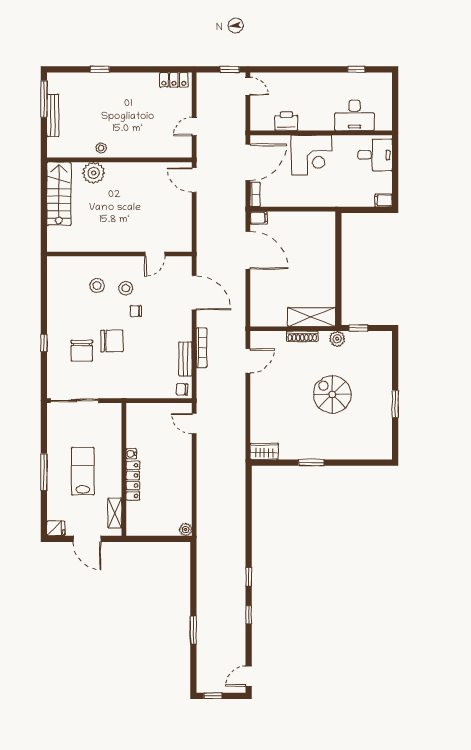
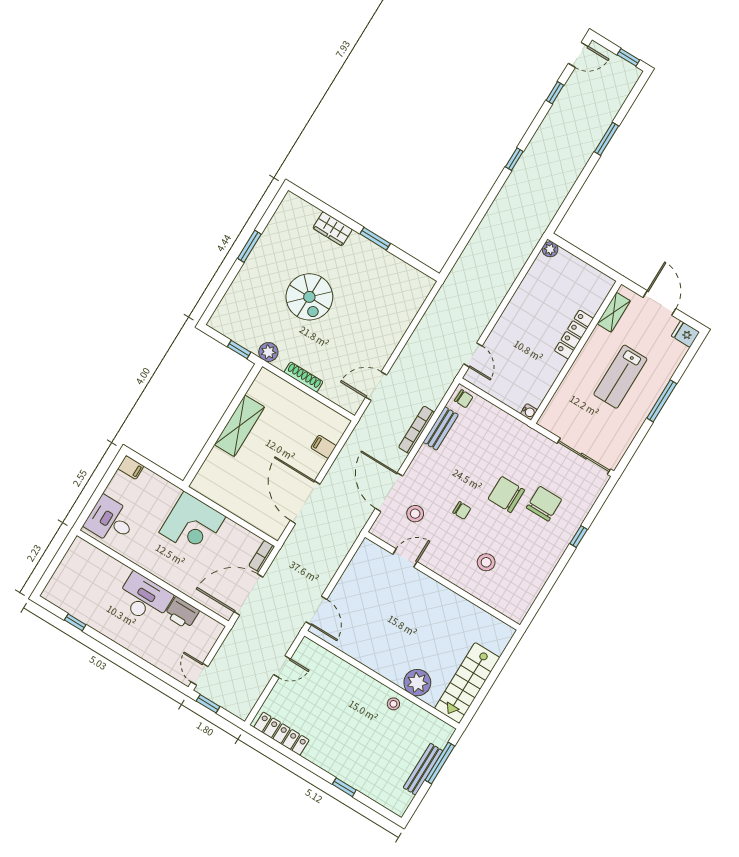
locker: (174, 80) -> (281, 734), width x1.53
window: (44, 99) -> (440, 763), moved
desk: (355, 115) -> (144, 598), moved
corner desk: (311, 155) -> (192, 524), moved, turned 180
filing cabinet: (259, 218) -> (324, 447), moved
stool: (126, 288) -> (415, 514), moved
shelving: (312, 317) -> (239, 426), moved, turned 90
wardrobe: (264, 451) -> (333, 229), moved
water cooler: (131, 454) -> (529, 412), moved
window: (249, 615) -> (555, 93), moved

